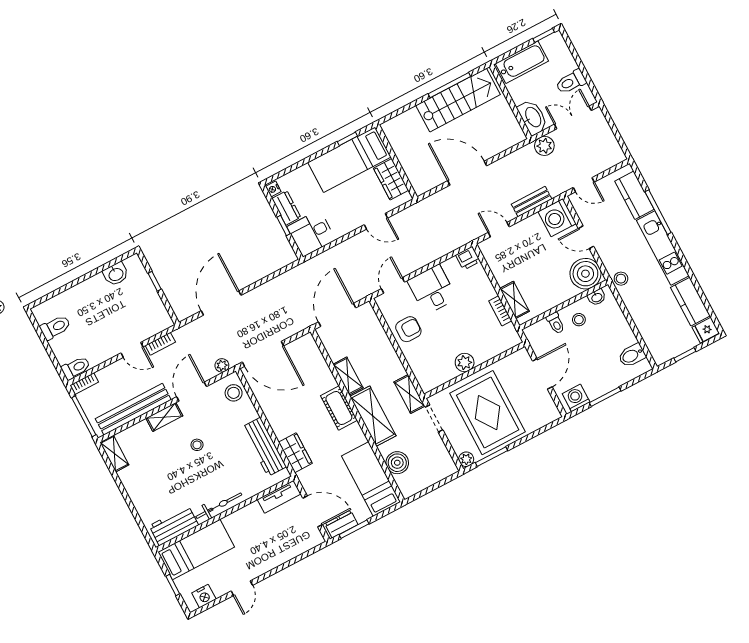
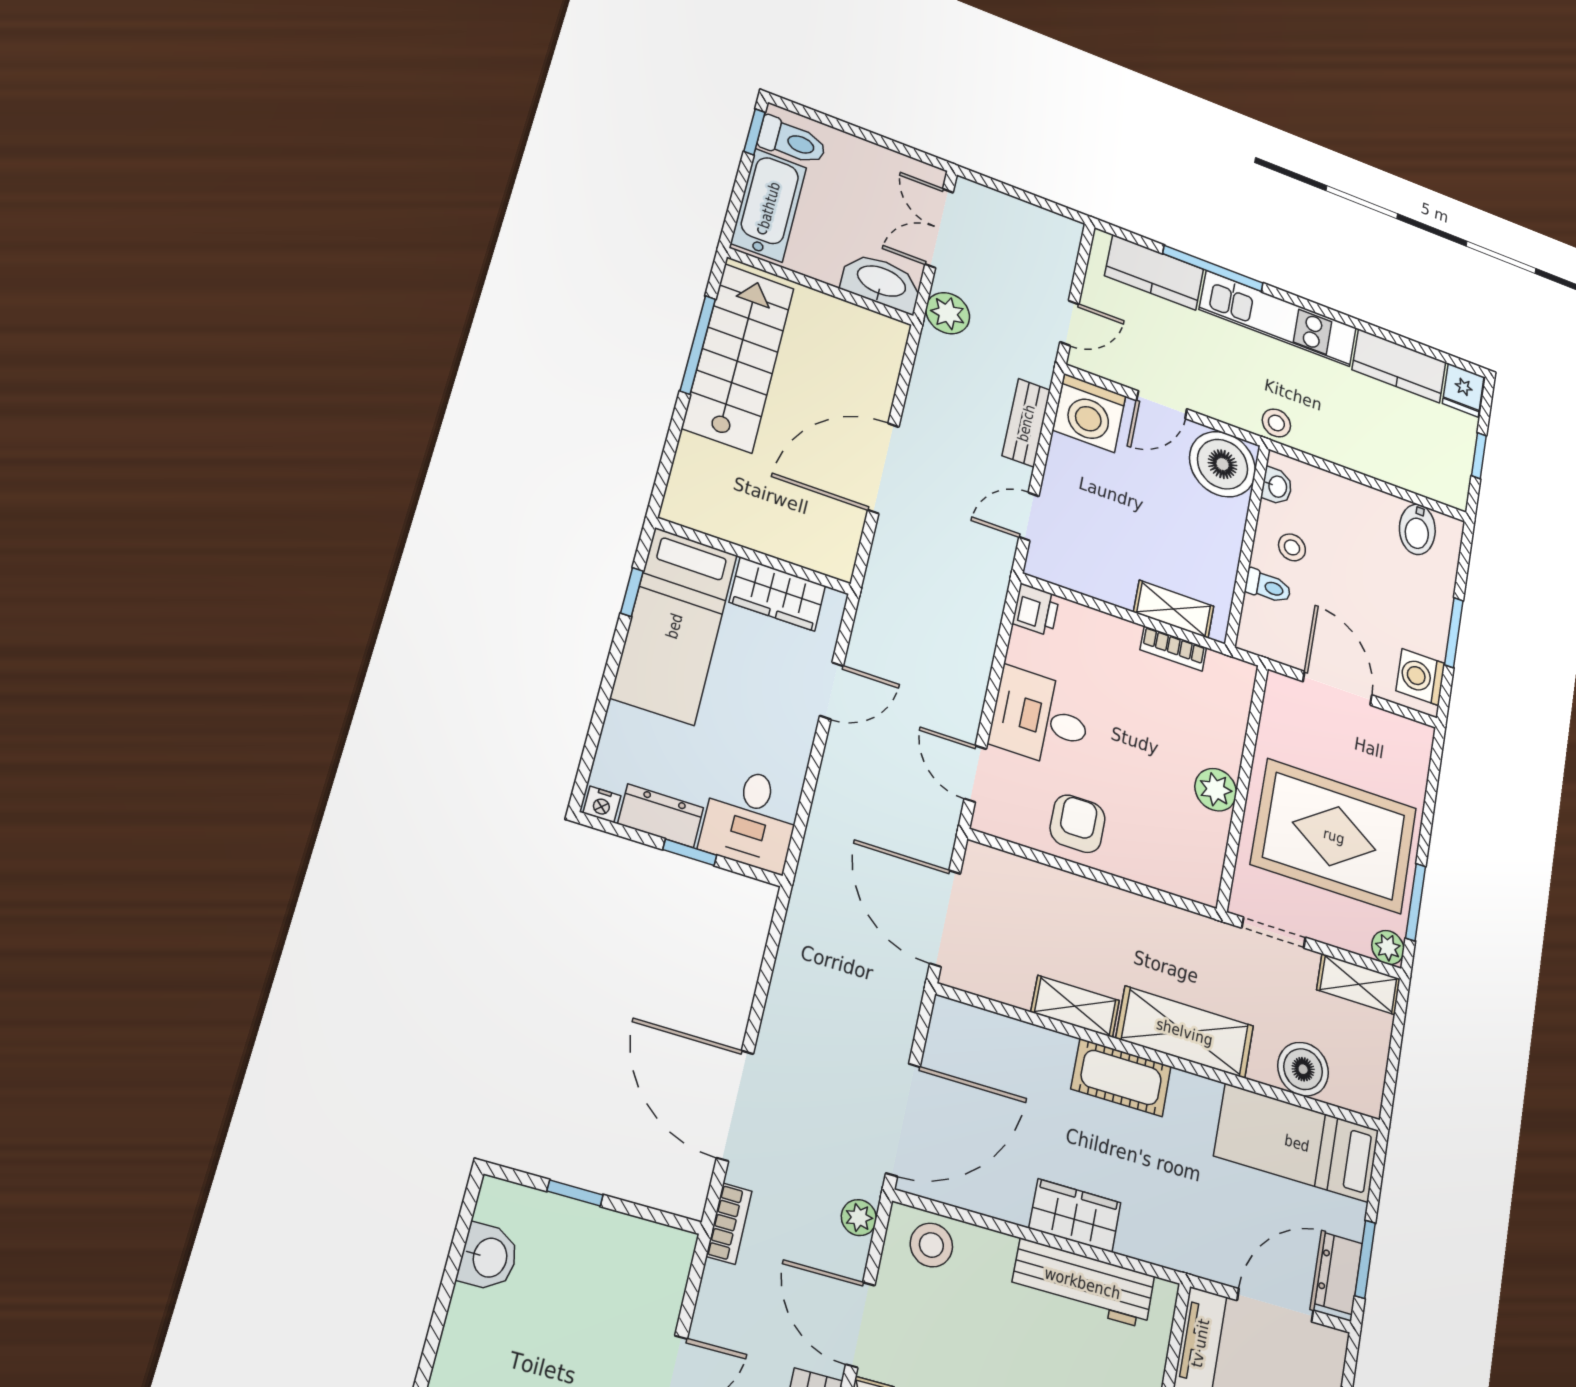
toilet: (571, 82) -> (792, 141), moved, turned -90
bookcase: (160, 344) -> (729, 1224), moved
shelving: (410, 394) -> (1359, 984), moved
wardrobe: (295, 453) -> (1075, 1215), moved

